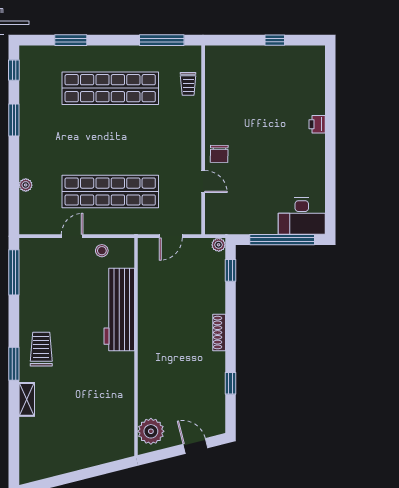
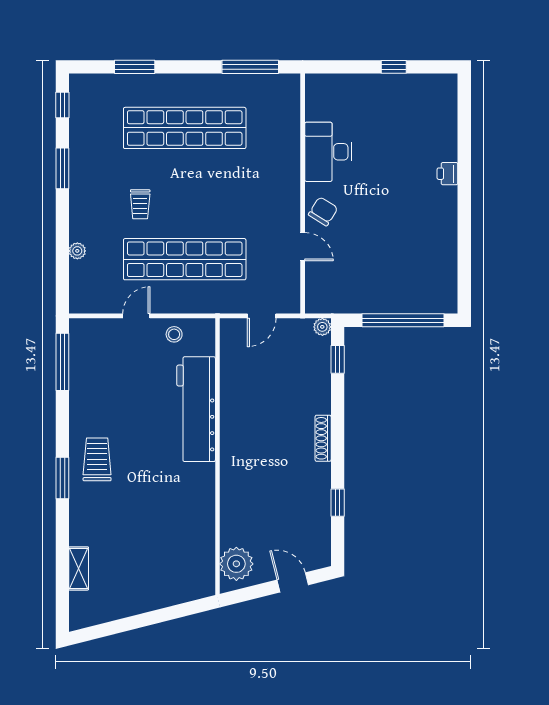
trolley: (188, 84) -> (140, 204), moved
chair: (219, 154) -> (323, 211), turned -149
desk: (302, 216) -> (328, 152), moved, turned 90
shelving: (27, 399) -> (79, 568), moved

